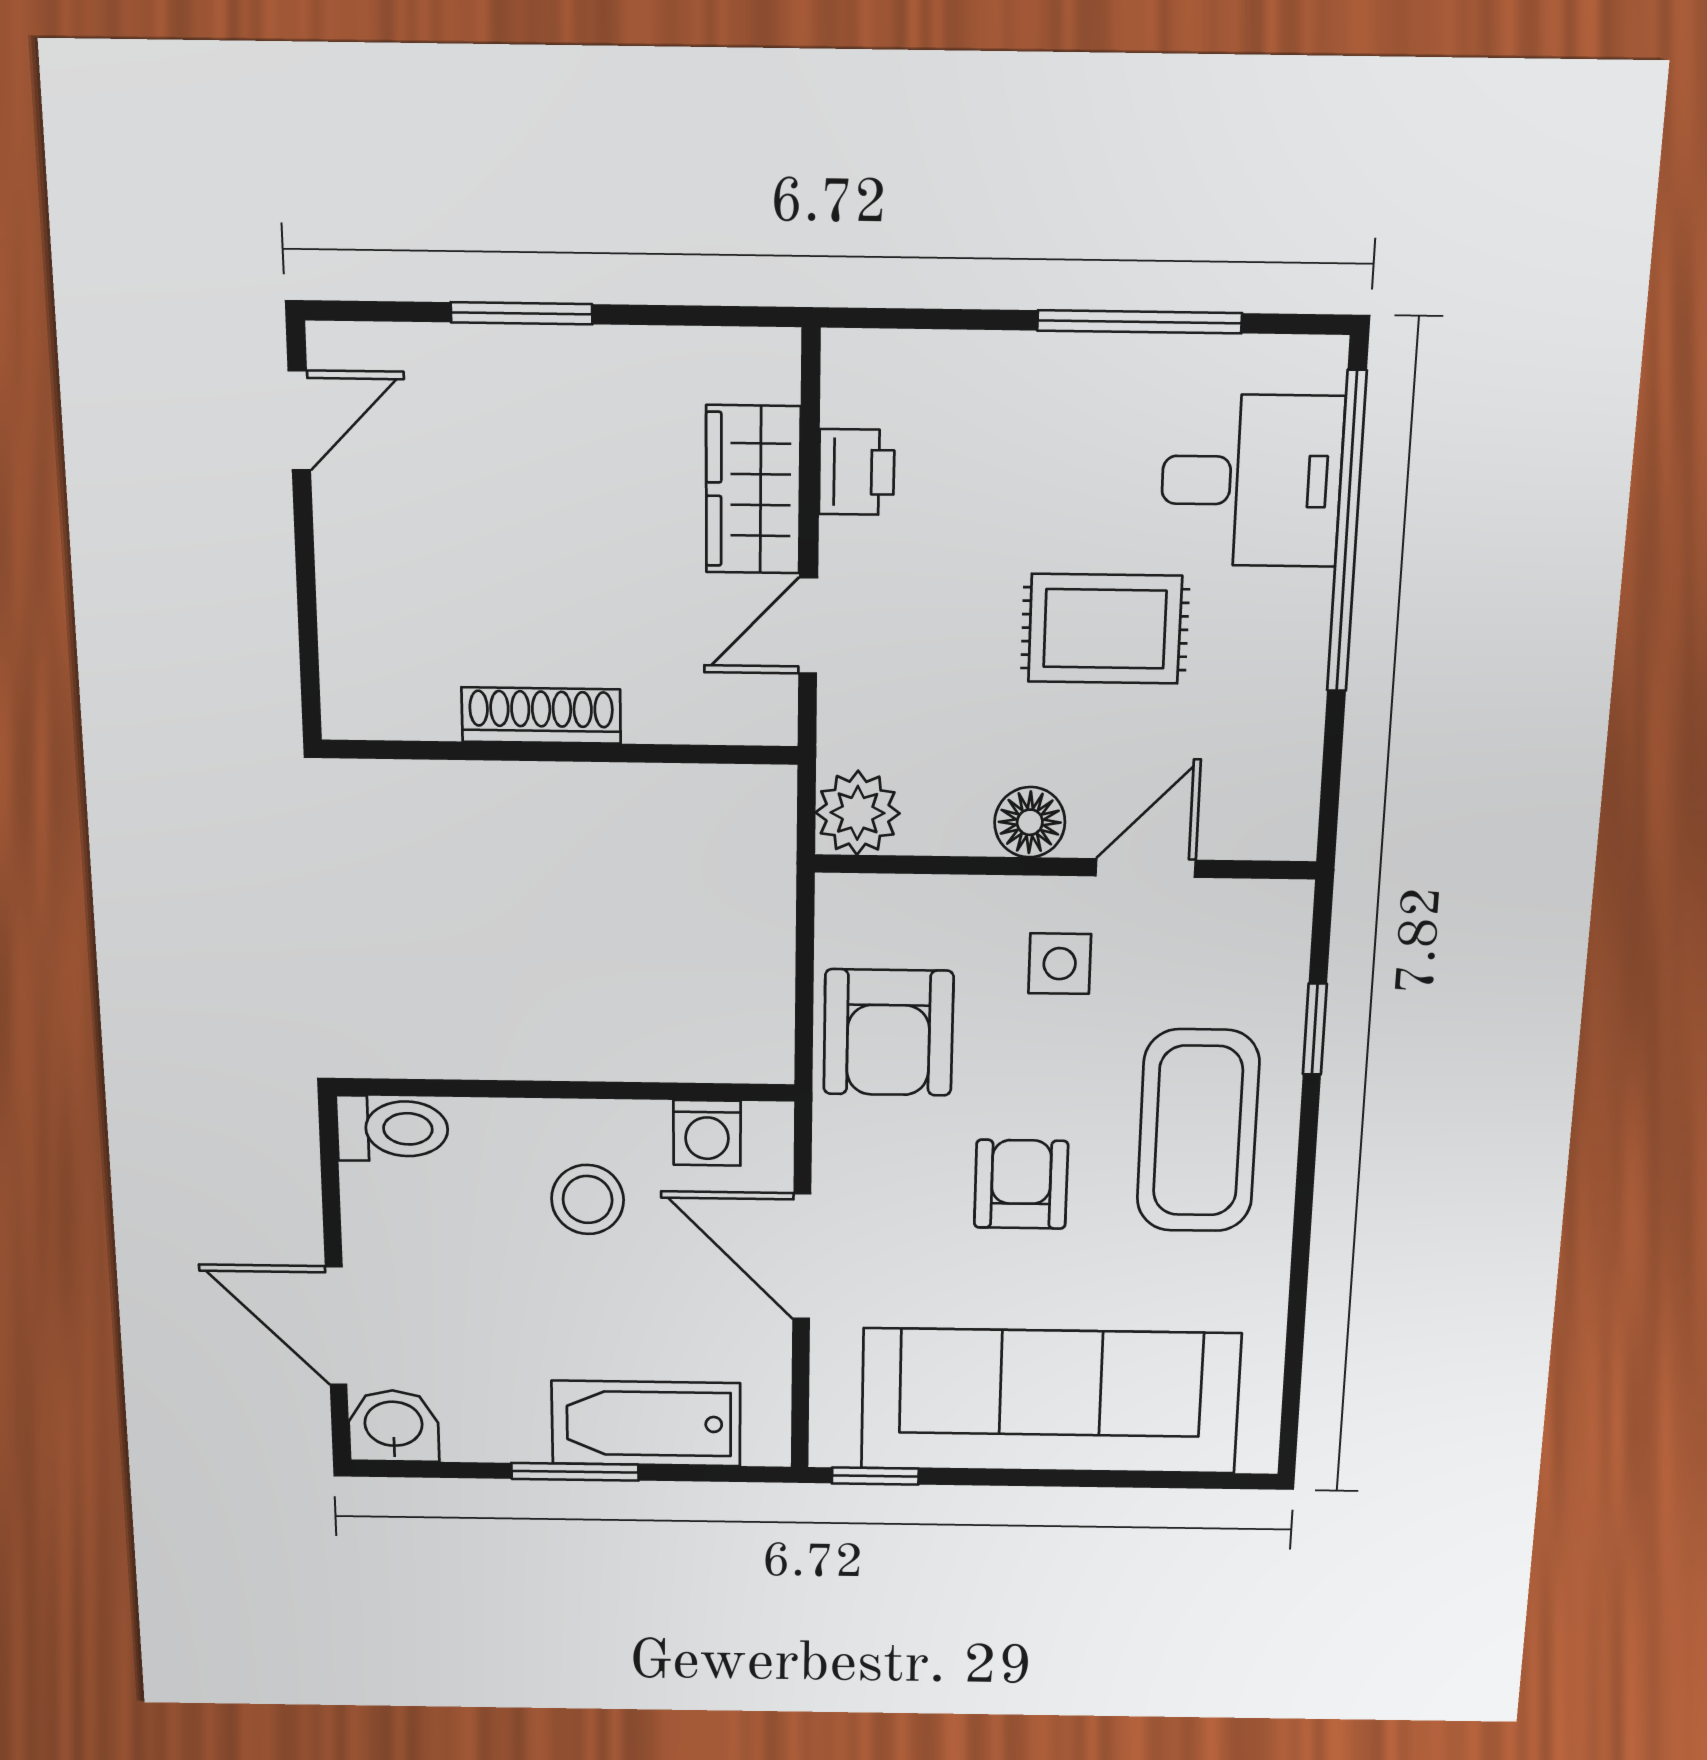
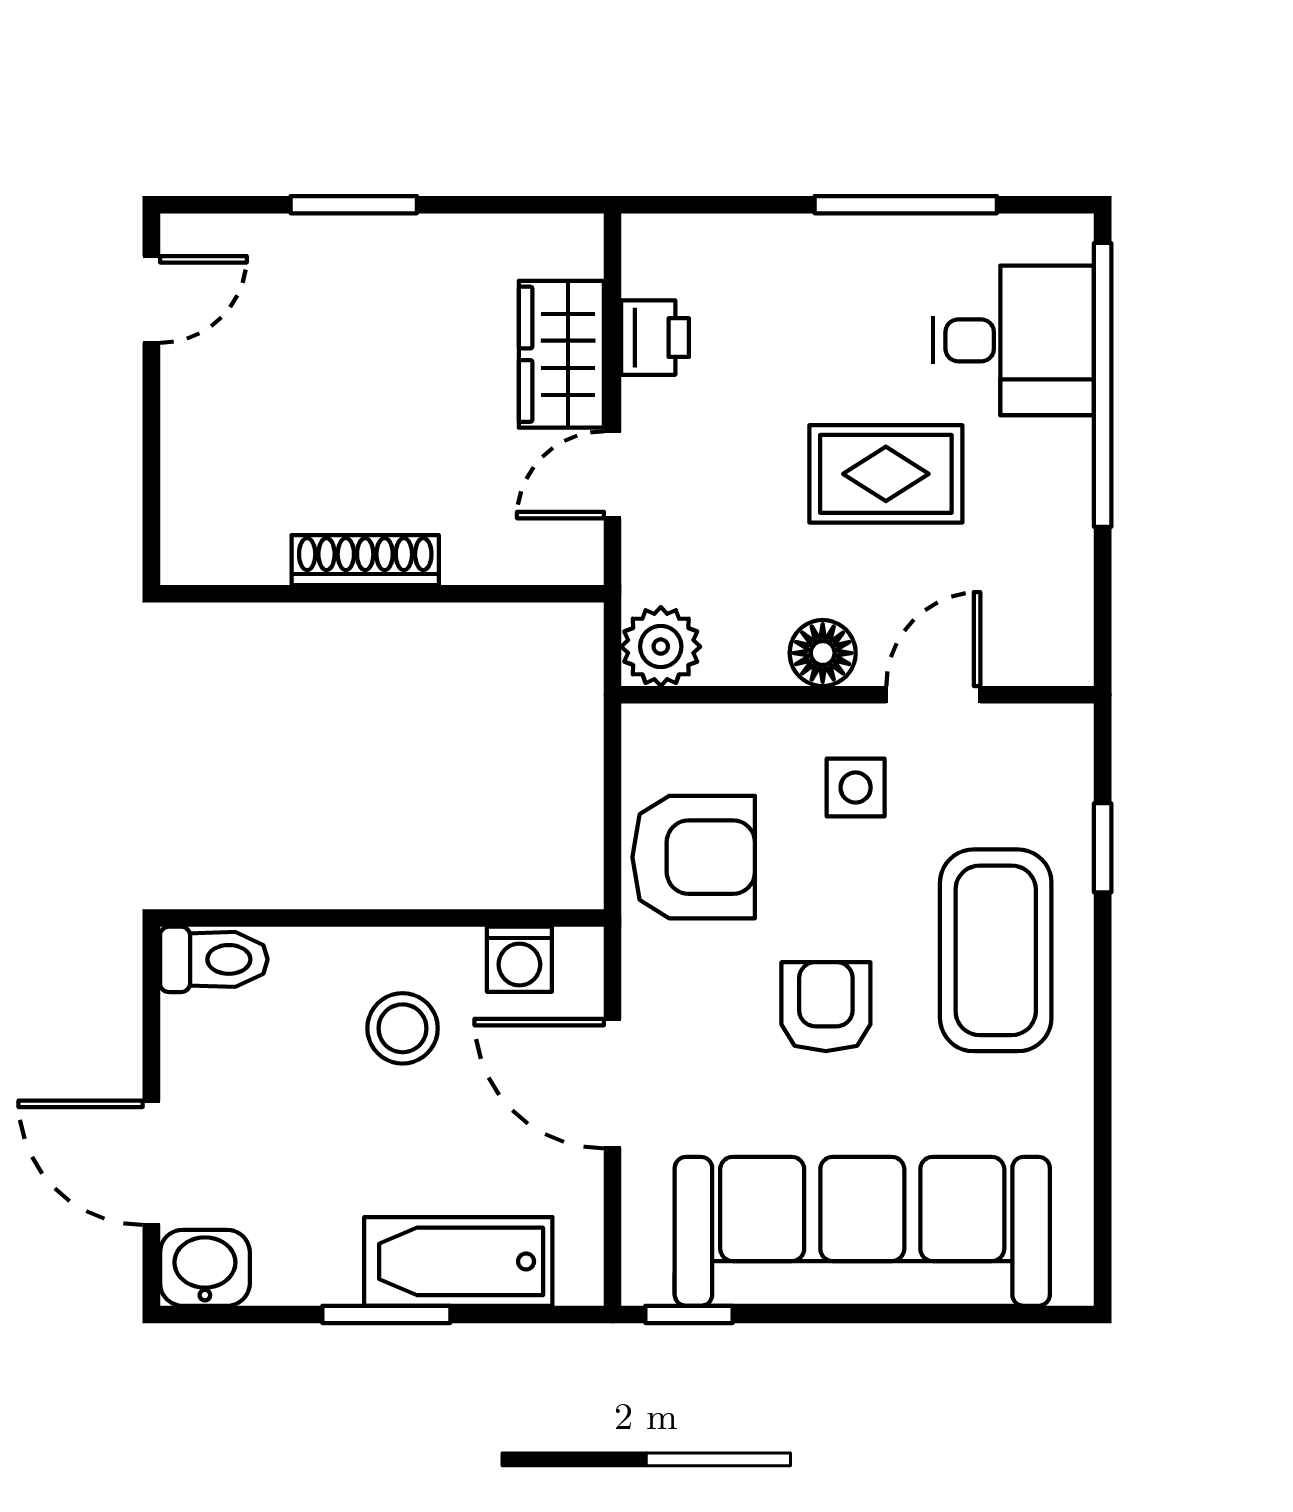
armchair: (888, 1033) -> (694, 857), turned -90

